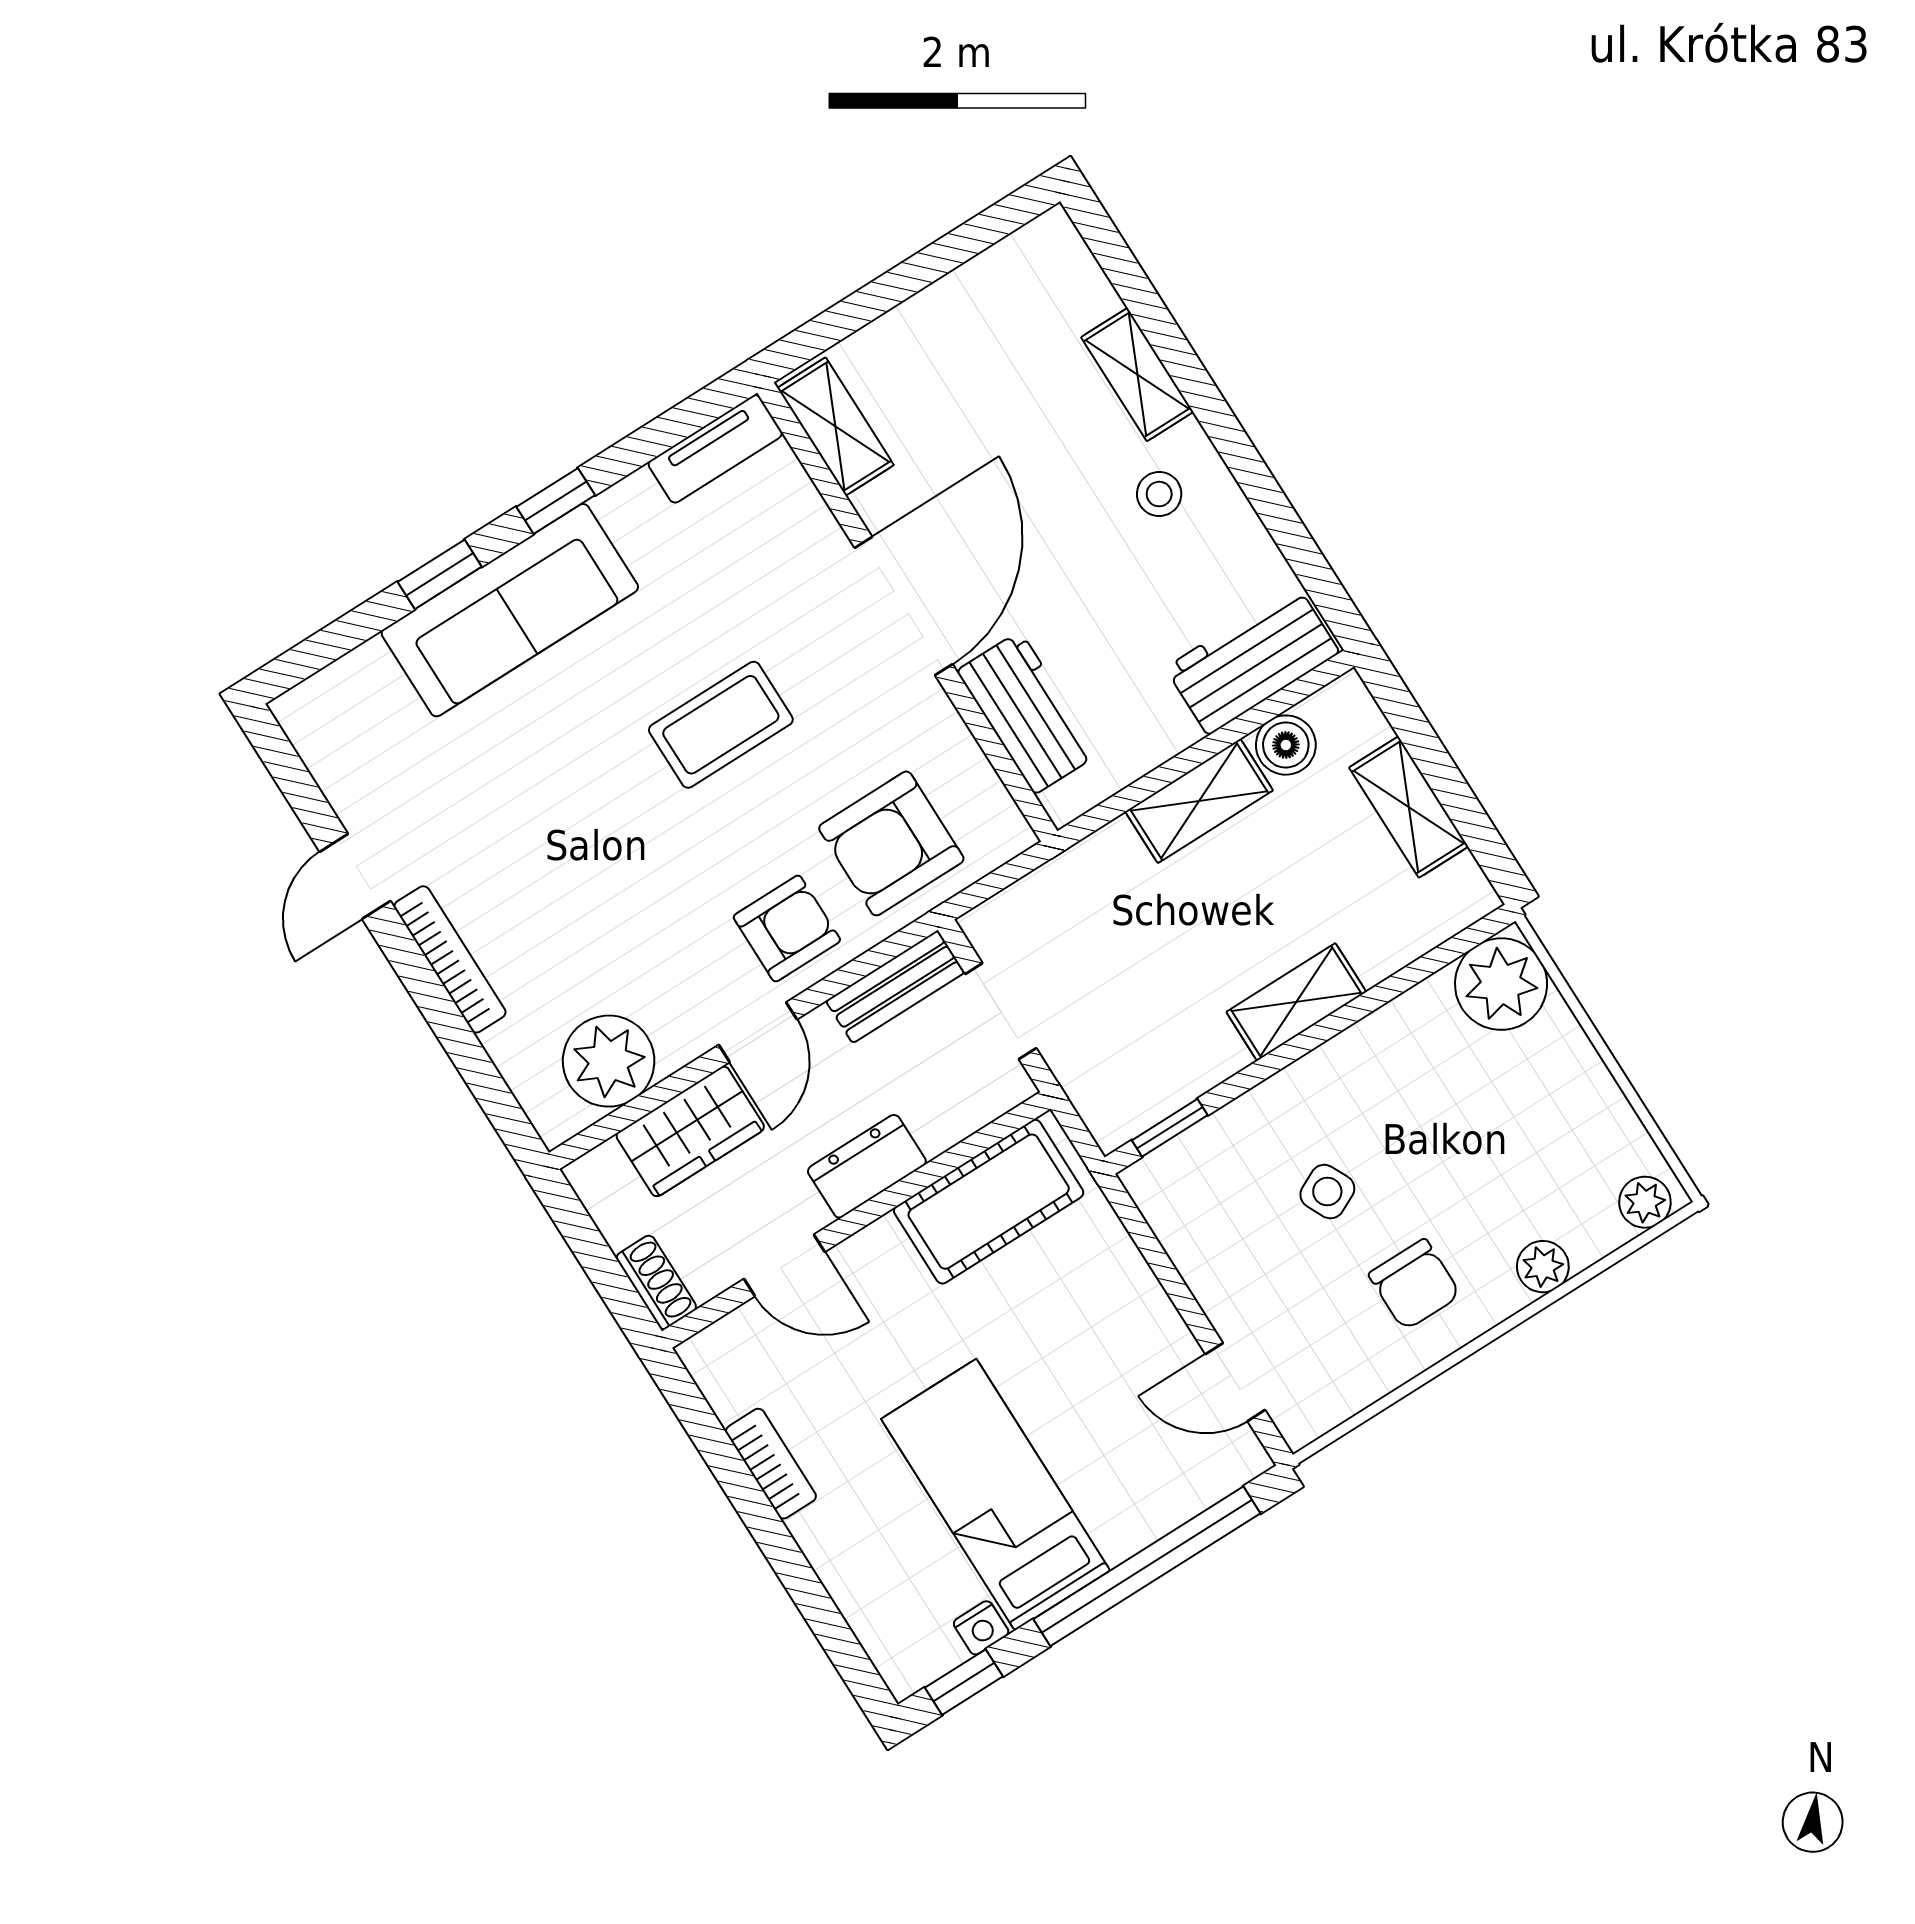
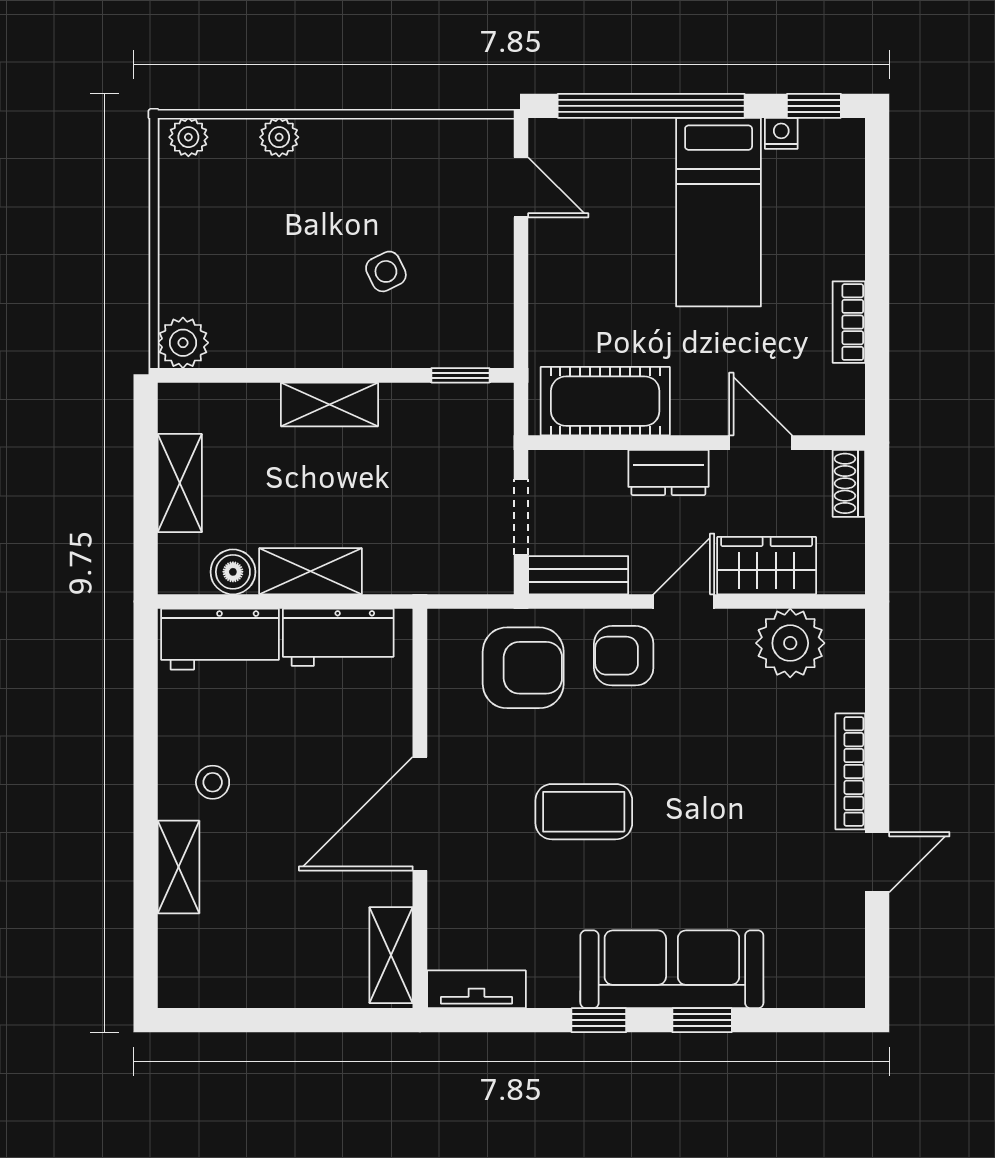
workbench: (1027, 713) -> (338, 637), moved, turned -90
plant: (1501, 984) -> (183, 343), width x0.73, depth x0.73
chair: (1415, 1285) -> (368, 177), removed

